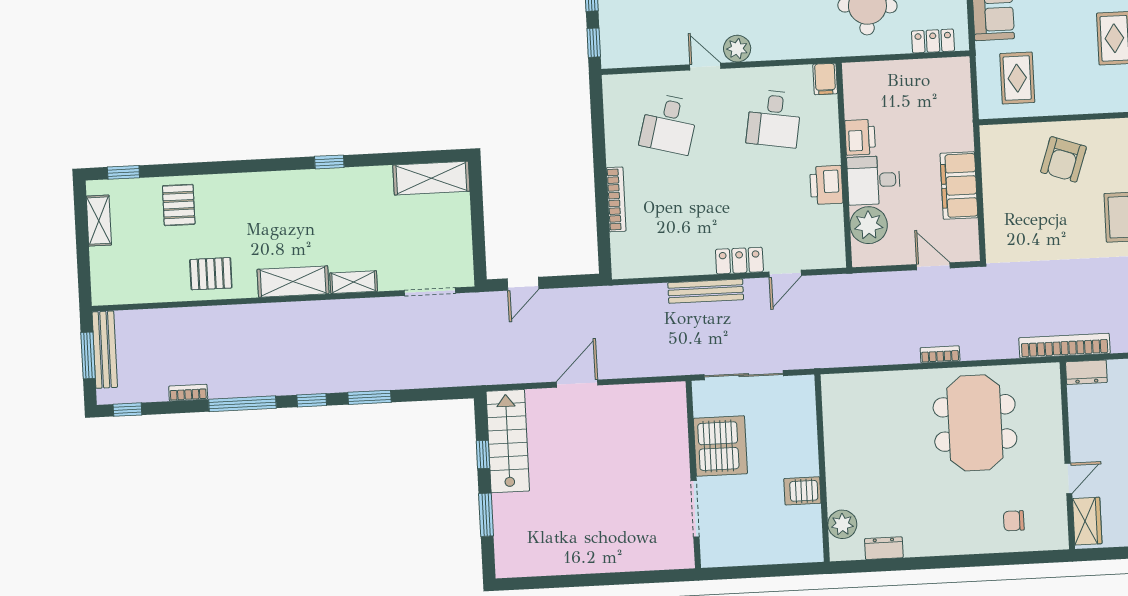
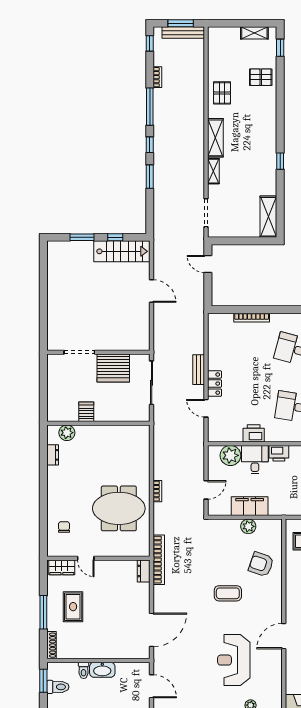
plant: (996, 186) -> (248, 526), added
bench: (706, 291) -> (199, 370), width x0.73

